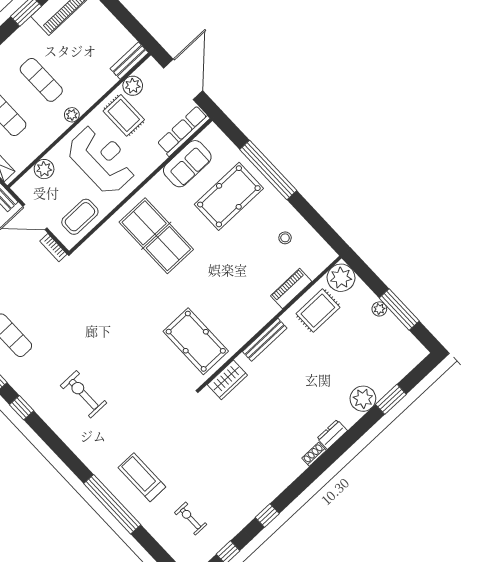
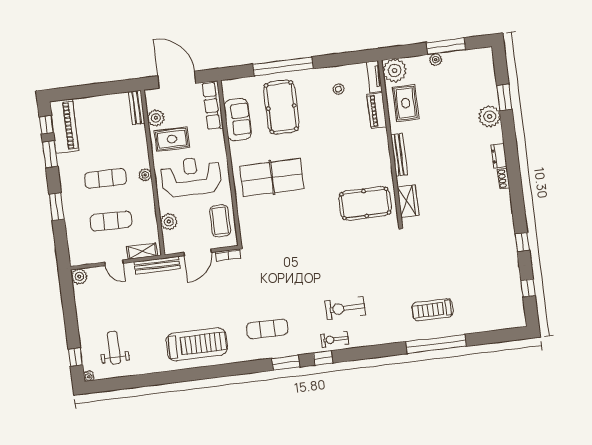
tv unit: (321, 263) -> (374, 77), added
exercise bike: (191, 519) -> (335, 339), moved

